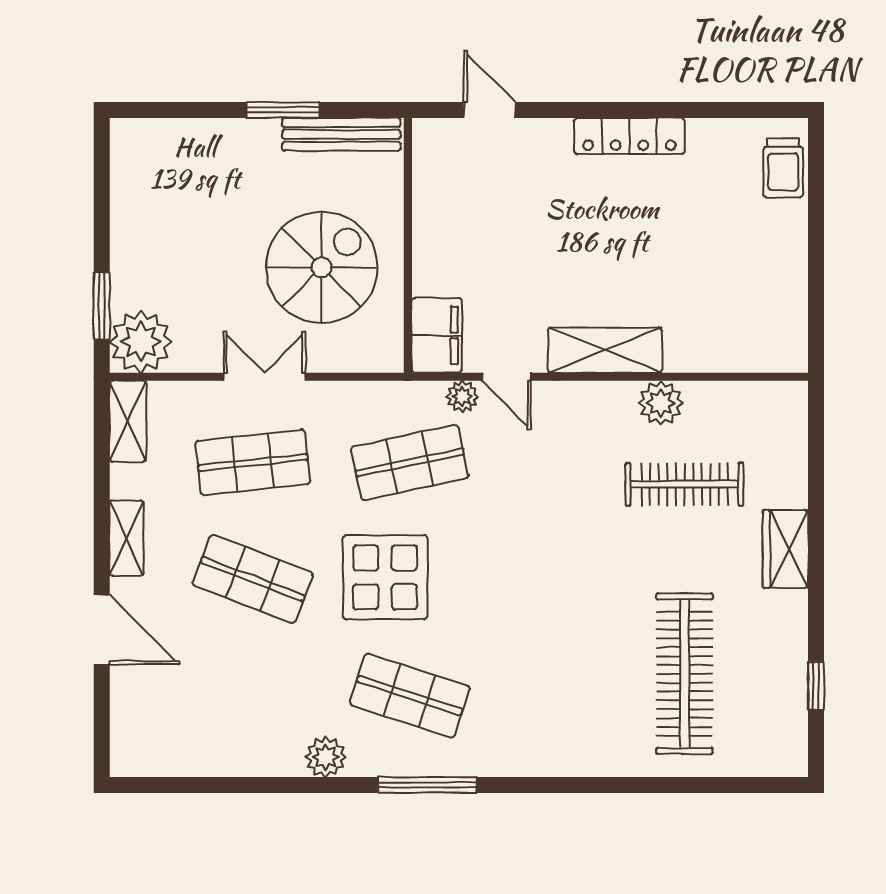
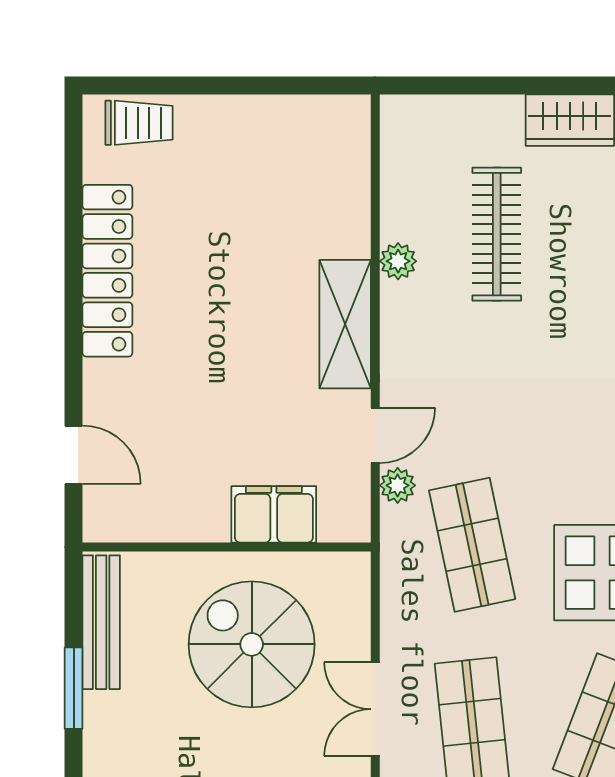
door: (489, 110) -> (74, 455), swing flipped
locker: (629, 136) -> (107, 271), width x1.41, depth x1.21
filing cabinet: (437, 335) -> (274, 514), moved
plant: (661, 403) -> (398, 261), width x0.73, depth x0.73

